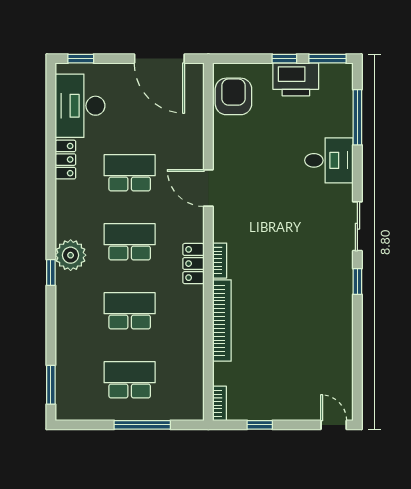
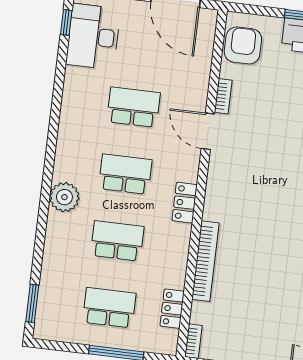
locker: (65, 160) -> (172, 309), moved, turned 180
plant: (71, 255) -> (64, 197), moved
bookcase: (220, 261) -> (223, 96), moved
window: (51, 273) -> (66, 22), moved

